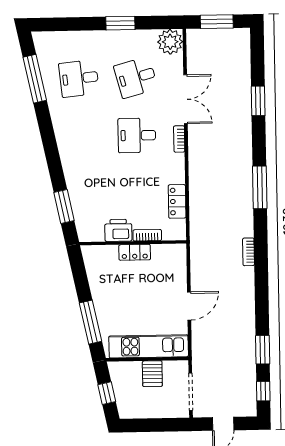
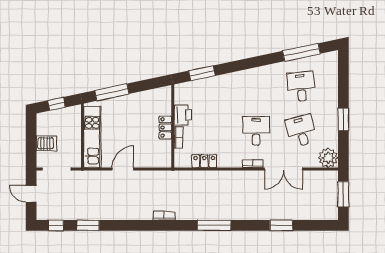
door: (189, 306) -> (123, 169), swing flipped
server rack: (152, 374) -> (46, 143), moved, turned 180

